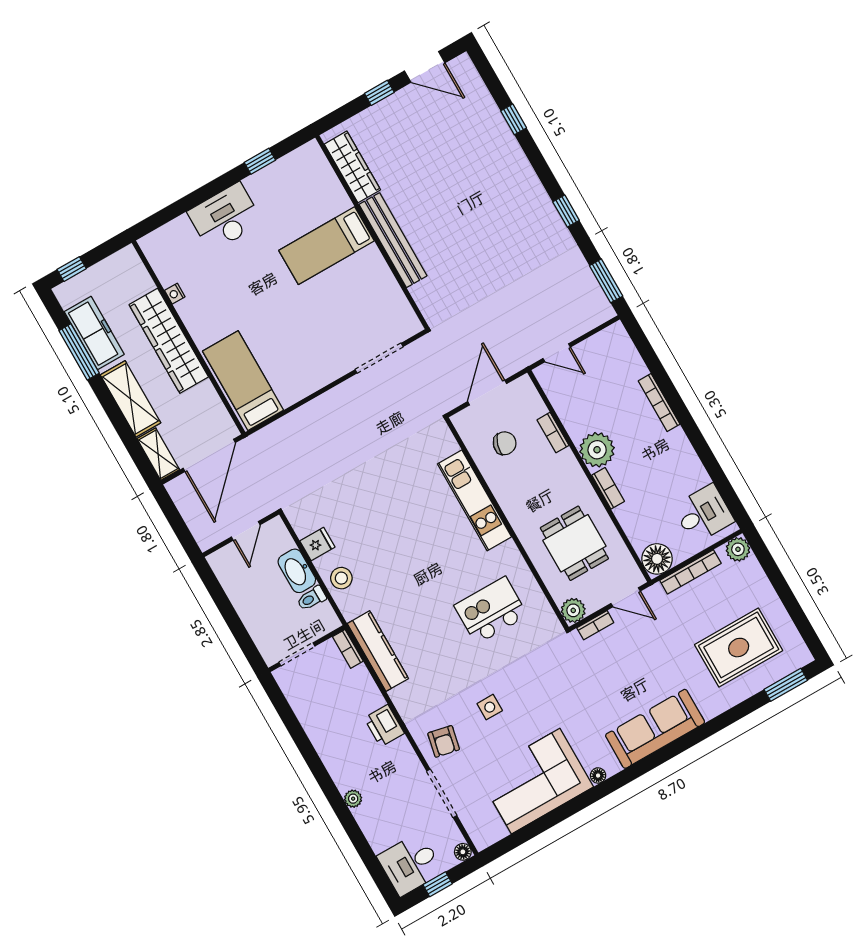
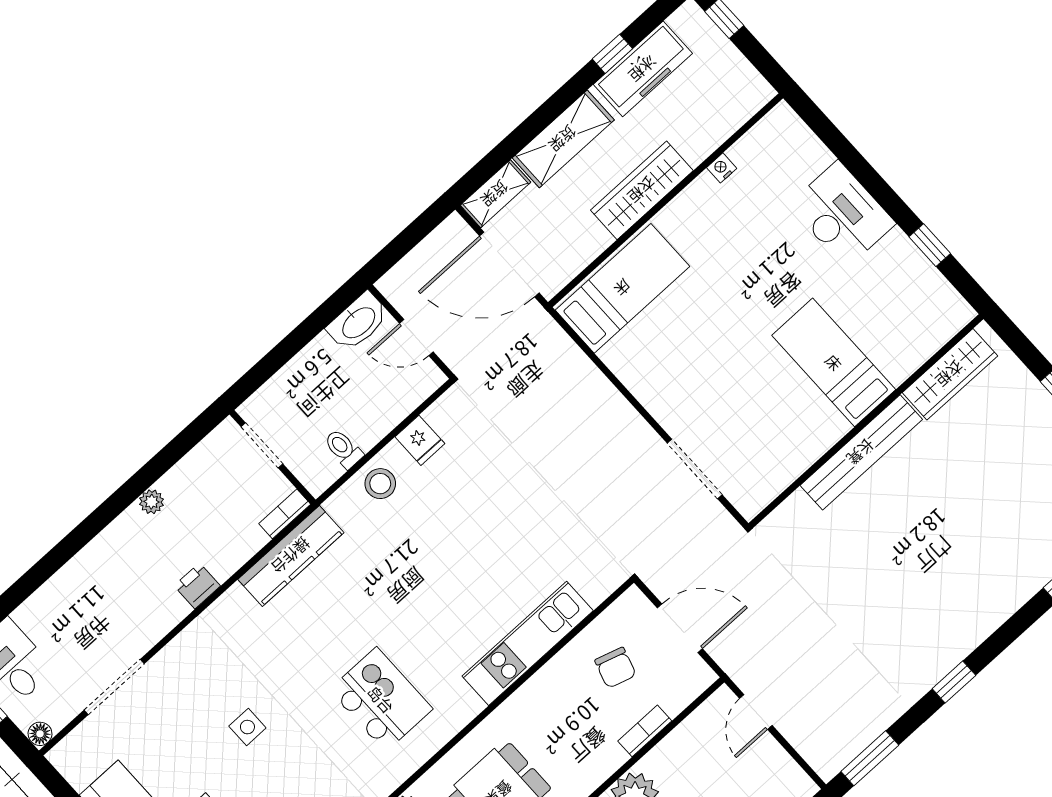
wardrobe: (169, 341) -> (642, 190), width x0.71, depth x0.85
window: (79, 352) -> (612, 54), width x0.46
washbasin: (297, 571) -> (358, 322), moved, turned 180
printer: (384, 726) -> (197, 586), width x0.73, depth x0.81
armchair: (444, 741) -> (186, 674), removed
plant: (353, 799) -> (152, 502), moved

